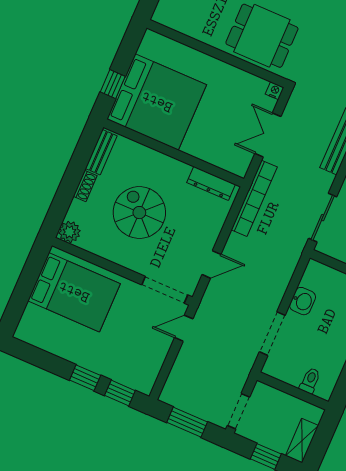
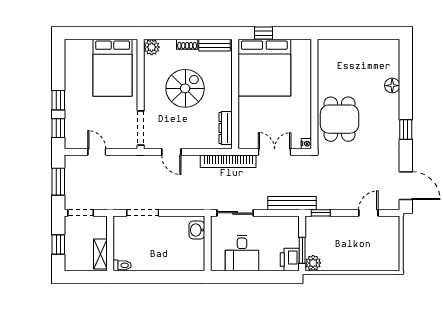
washbasin: (303, 301) -> (197, 230), moved, turned 90
door: (184, 328) -> (97, 152), moved
toilet: (310, 381) -> (122, 265), moved
shelving: (302, 441) -> (100, 254), moved, turned 90

